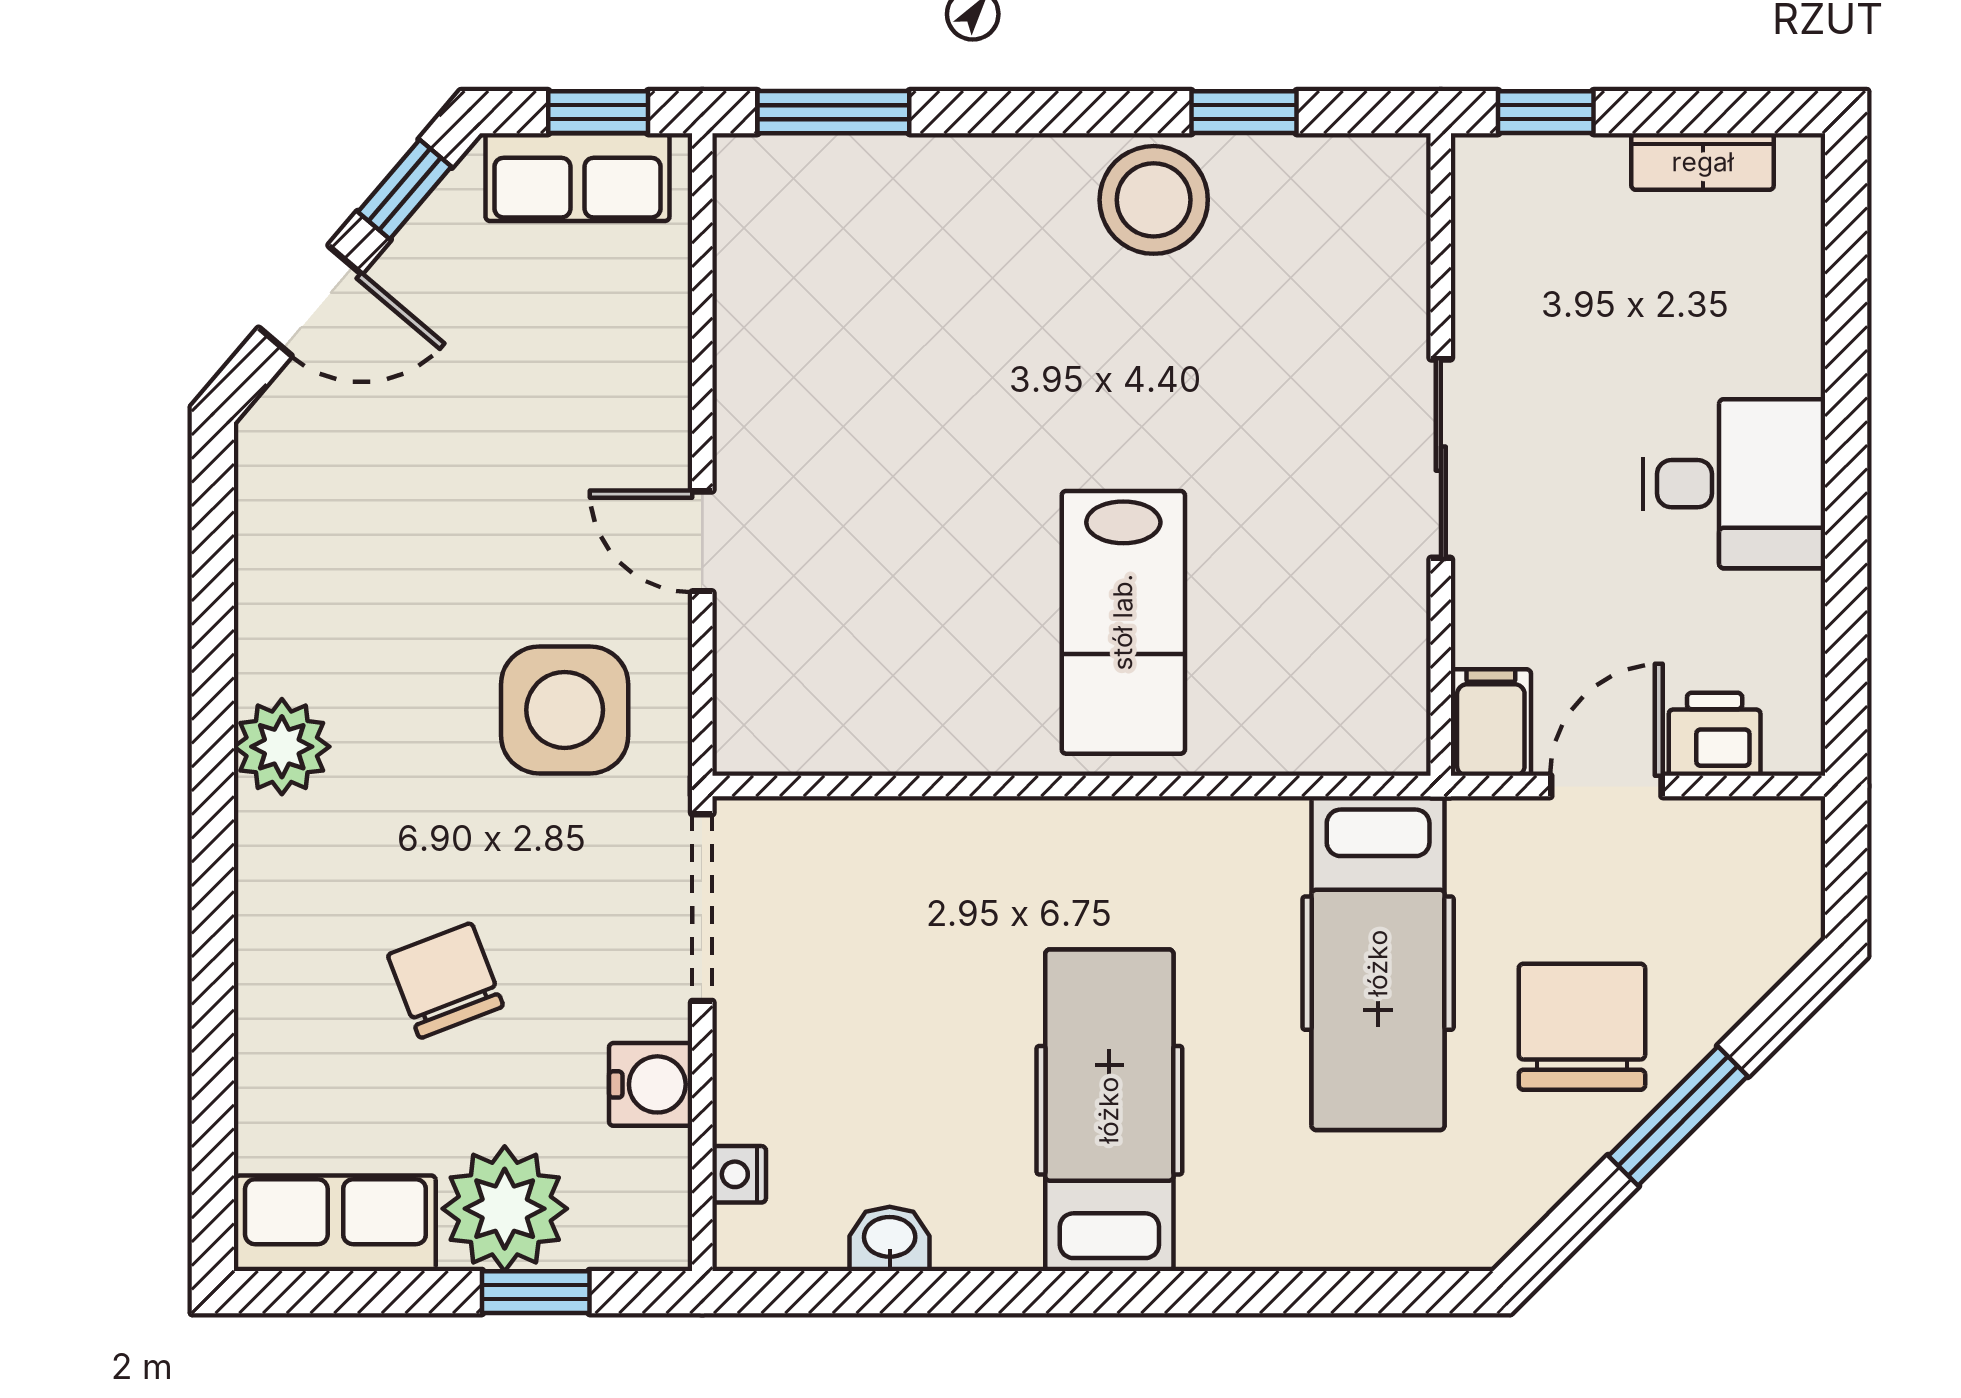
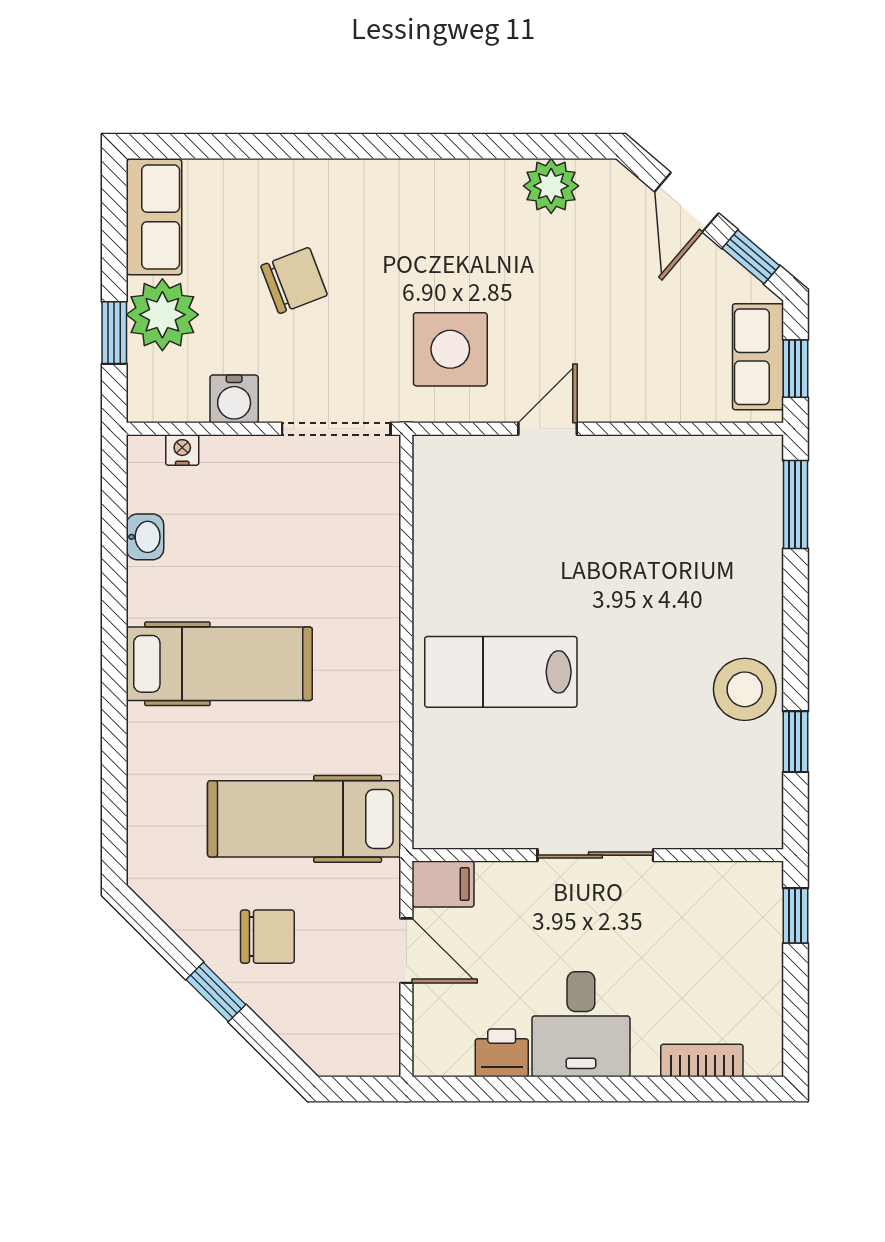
bookcase: (1703, 162) -> (702, 1061), moved, turned 90
printer: (1715, 734) -> (502, 1053), moved, turned -90
plant: (282, 747) -> (551, 186), moved
chair: (1582, 1027) -> (267, 937), width x0.73, depth x0.73
window: (1678, 1116) -> (216, 992), width x0.67

